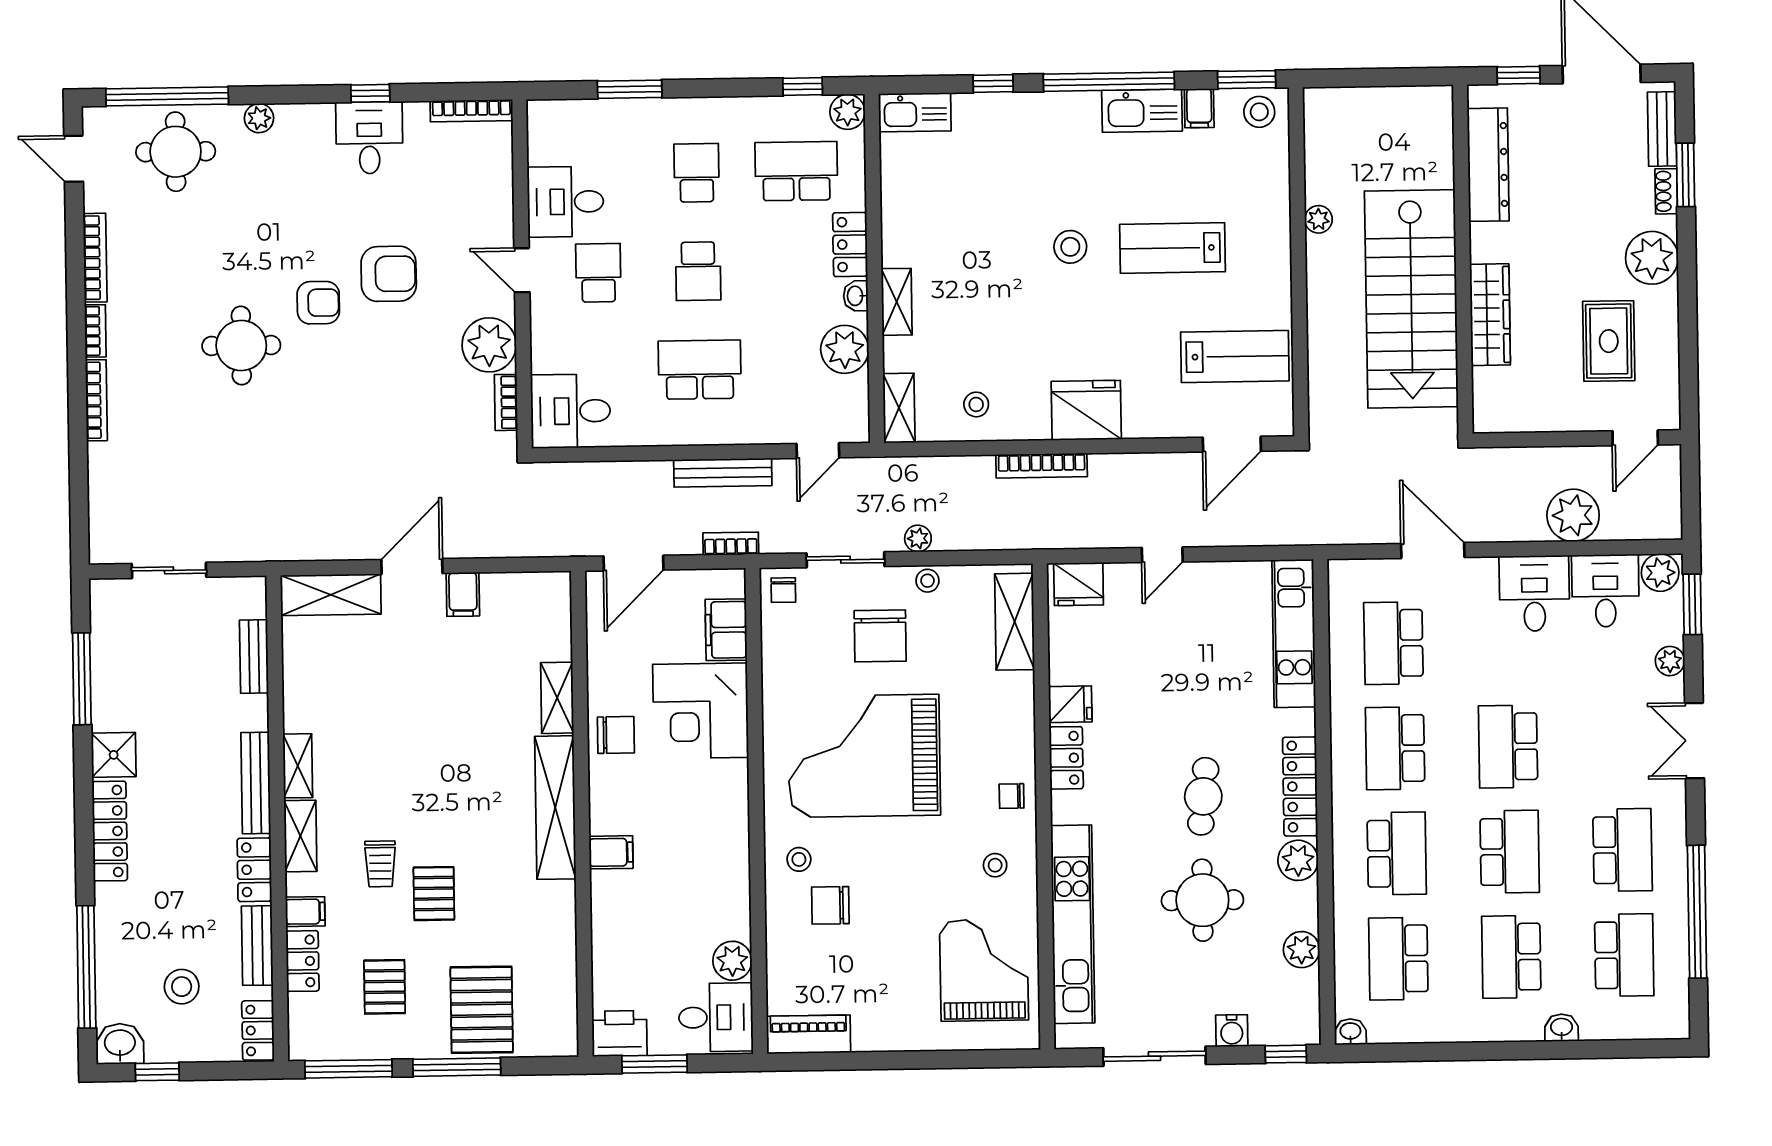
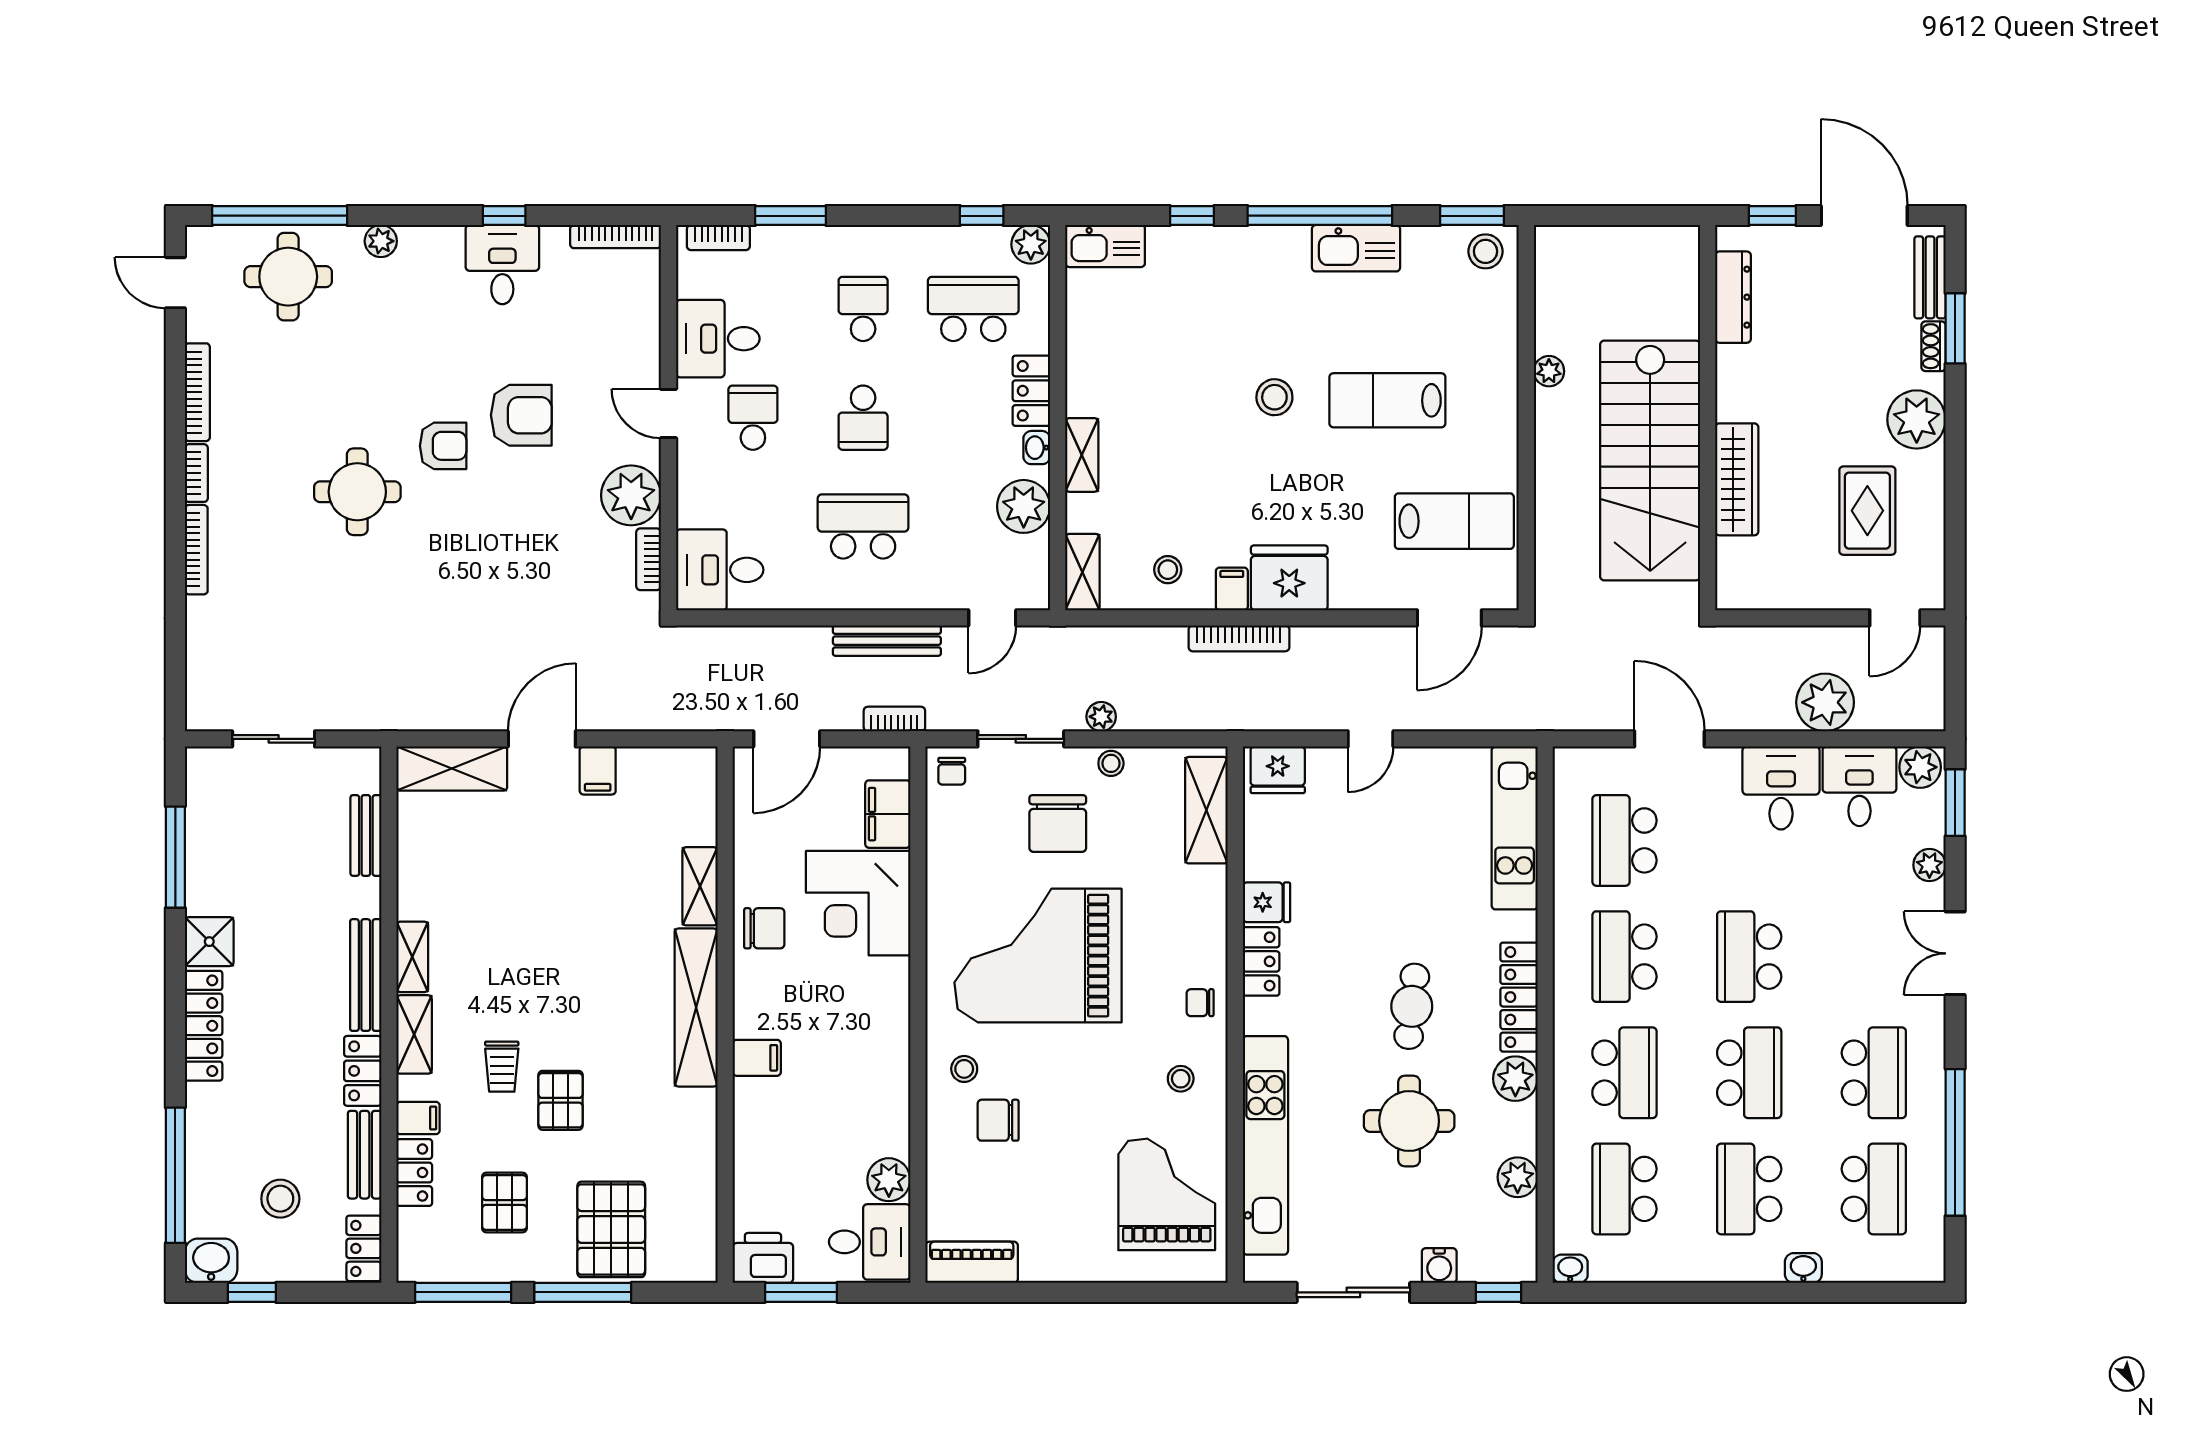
filing cabinet: (1199, 108) -> (1232, 589), moved, turned 180
bookcase: (565, 110) -> (718, 238), added
dresser: (1488, 165) -> (1733, 297), width x0.73, depth x0.80

